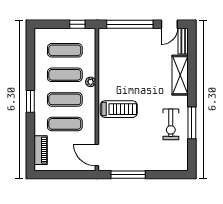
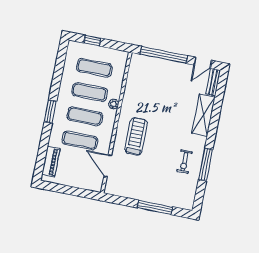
window: (77, 24) -> (92, 41), moved
treadmill: (119, 109) -> (136, 136), turned -90
exercise bike: (171, 124) -> (184, 162), width x0.73, depth x0.72
door: (97, 155) -> (108, 166), moved
window: (128, 175) -> (155, 207), moved

